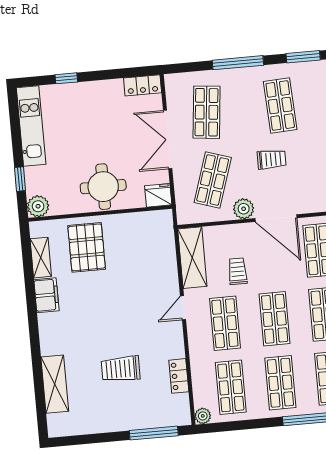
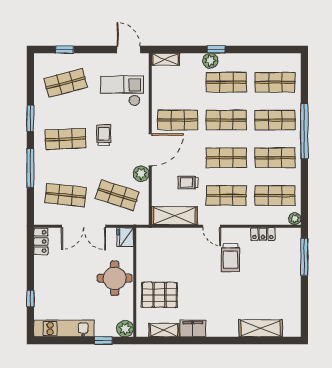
trolley: (272, 159) -> (104, 135), moved
trolley: (121, 369) -> (231, 258), moved

